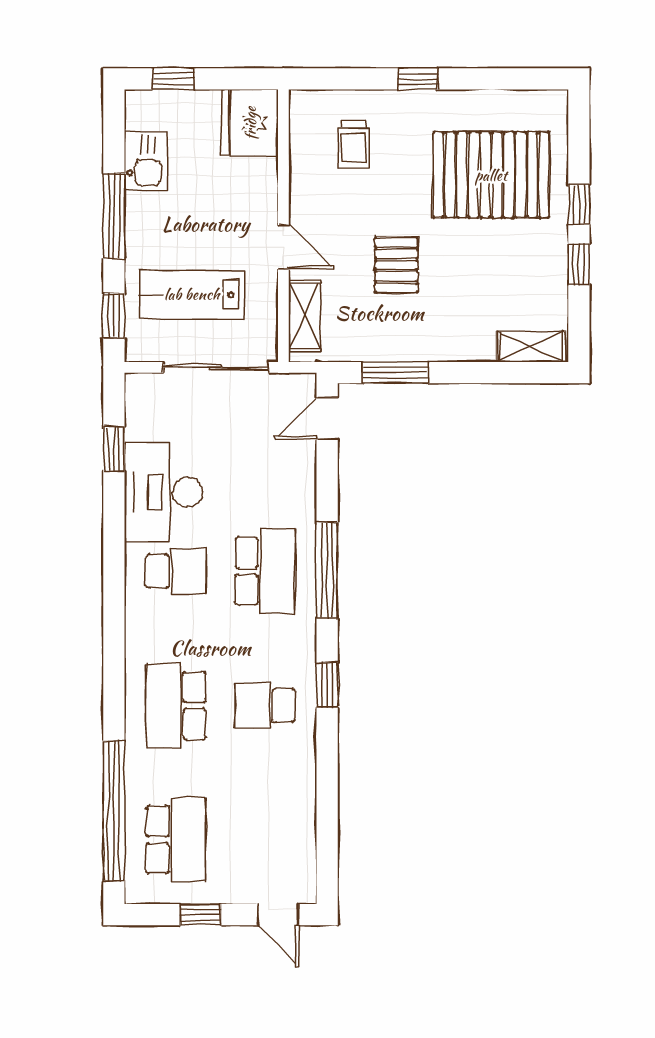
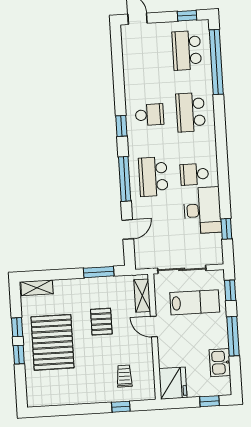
window: (418, 79) -> (121, 407), moved
pallet: (491, 175) -> (53, 342), moved, turned 90
door: (327, 418) -> (128, 229), moved
school desk: (176, 705) -> (191, 112), turned 180
window: (200, 915) -> (187, 16), moved

